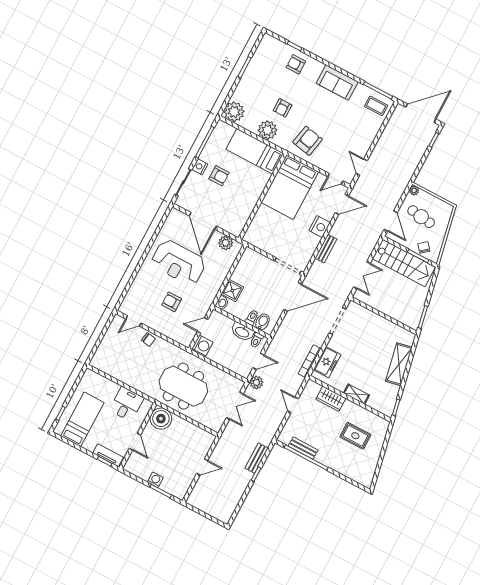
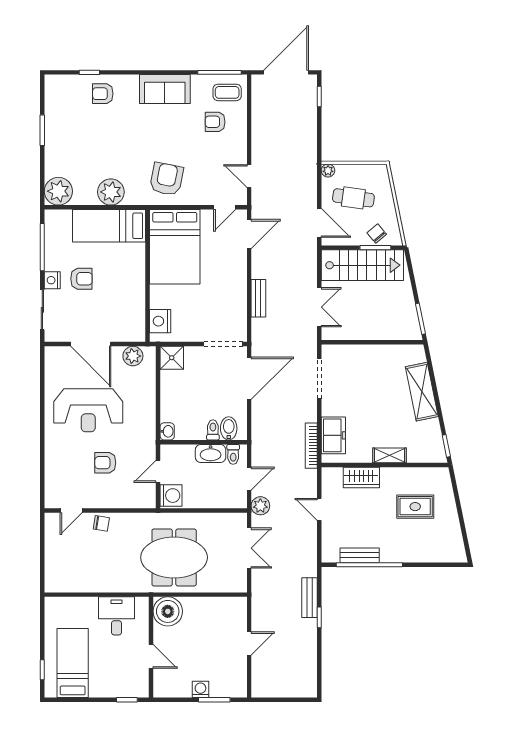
armchair: (283, 108) -> (215, 122), moved, turned 90
nightstand: (320, 227) -> (160, 321), moved, turned 180
shower: (232, 290) -> (172, 358), moved
tv unit: (108, 455) -> (127, 690), removed

